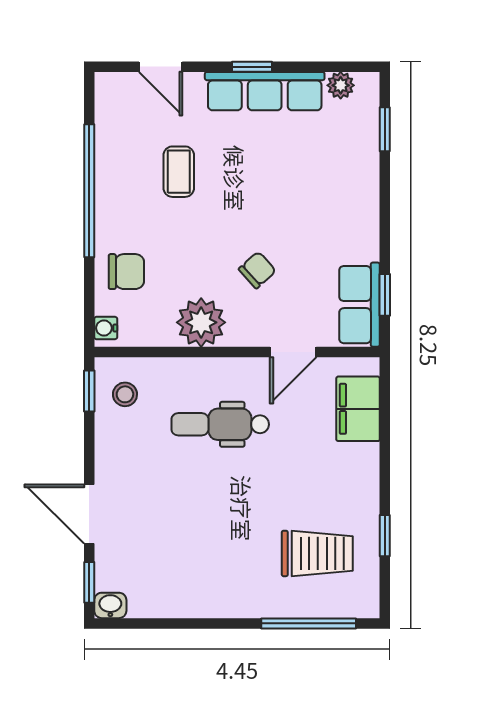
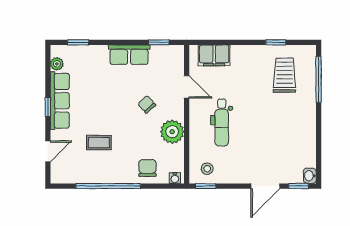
row of seats: (359, 305) -> (129, 55), moved

